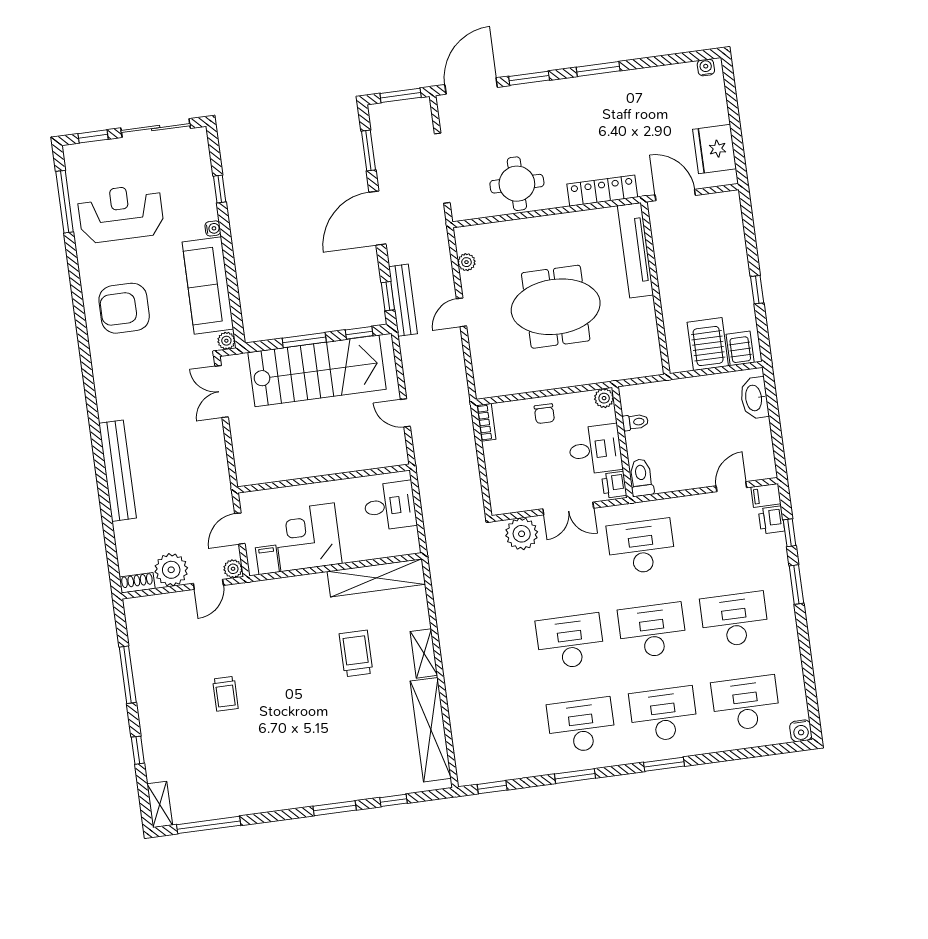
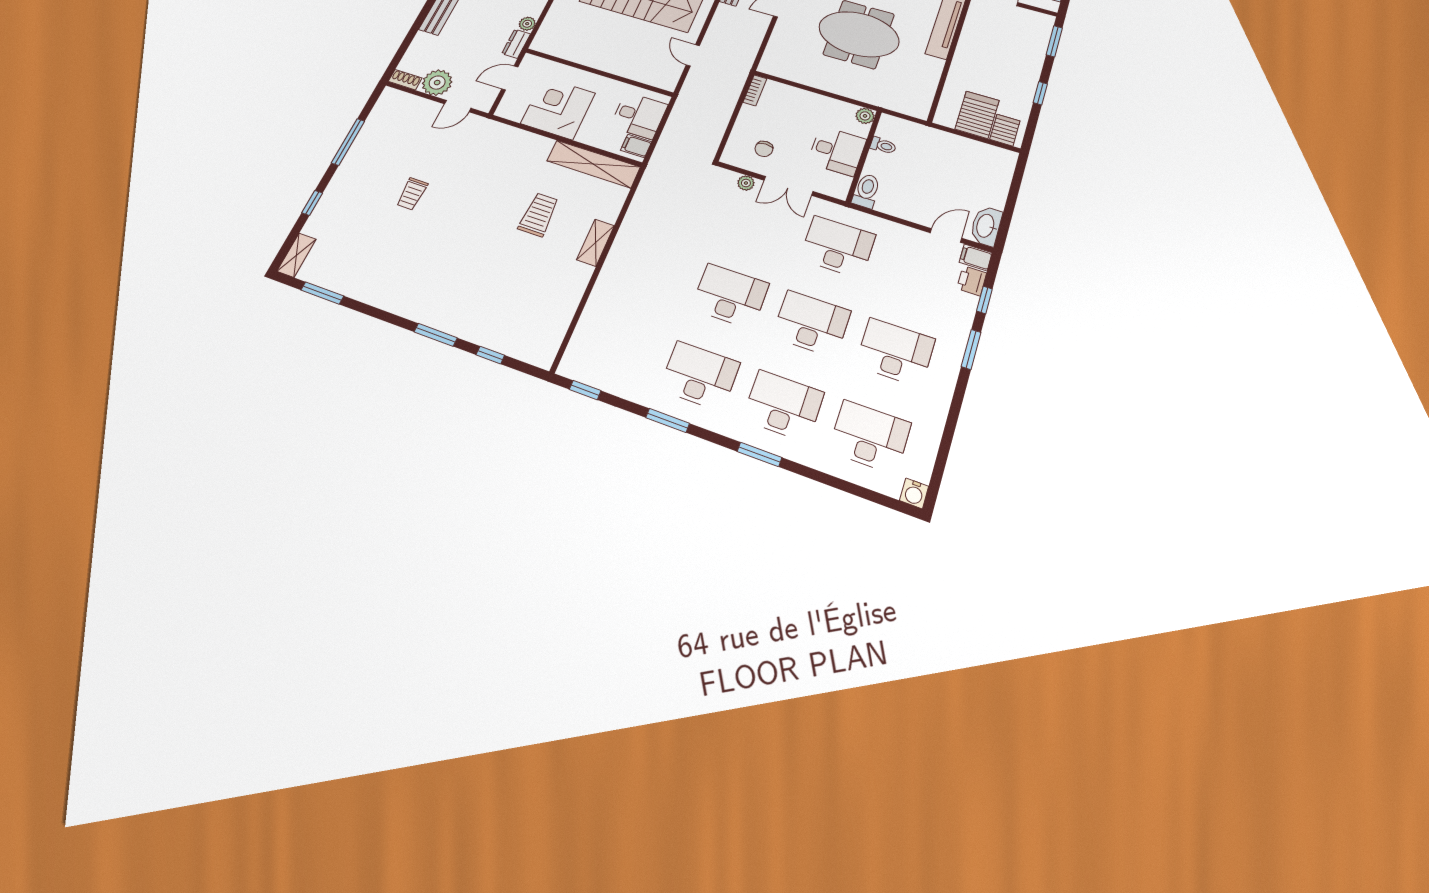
window: (748, 221) -> (1054, 41), added
washbasin: (754, 398) -> (986, 226), moved
chair: (544, 414) -> (764, 149), moved
printer: (614, 485) -> (839, 186), removed
dresser: (222, 488) -> (516, 44), added
plant: (522, 534) -> (746, 183), width x0.53, depth x0.53
filing cabinet: (267, 560) -> (636, 146), moved, turned -90
plant: (233, 569) -> (527, 24), moved
shelving: (431, 730) -> (562, 310), removed
window: (209, 825) -> (322, 293), width x0.69

